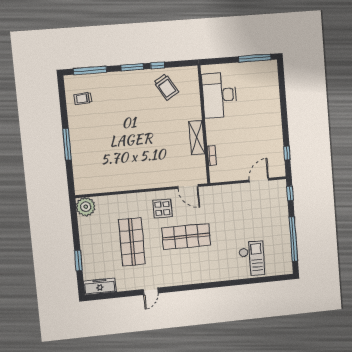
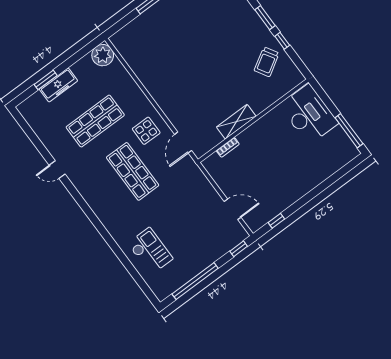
desk: (219, 95) -> (309, 114), moved, turned 90
checkout: (252, 259) -> (150, 251), turned -90
freezer: (100, 286) -> (58, 85), moved, turned 90

